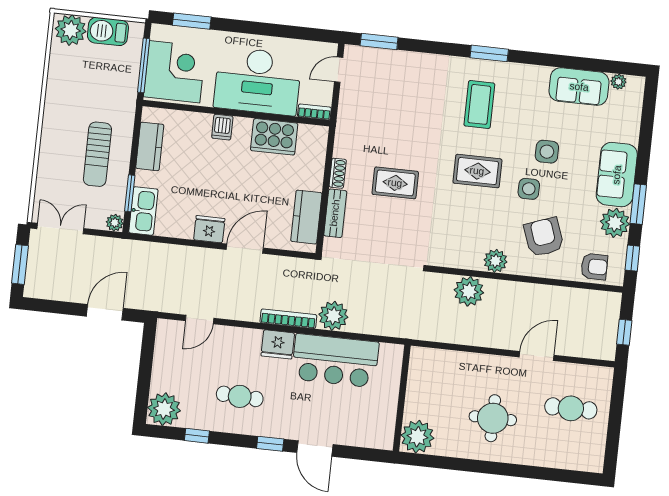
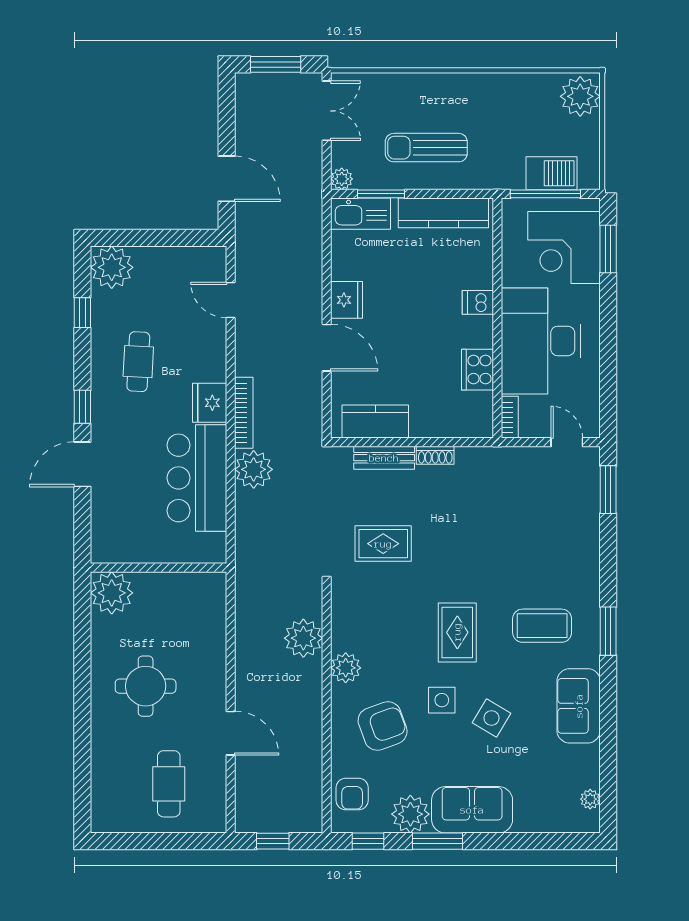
barbecue: (108, 31) -> (552, 173), moved, turned 90
corner desk: (175, 72) -> (564, 247), moved, turned 90
sofa: (579, 87) -> (579, 706), moved
cooker: (274, 137) -> (478, 370), width x0.73, depth x0.76
kitchen counter: (150, 146) -> (443, 213), width x1.50
side table: (547, 152) -> (491, 718), turned 31
rug: (395, 183) -> (383, 544), moved, turned 90

